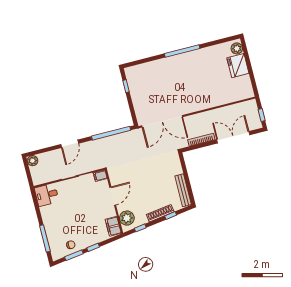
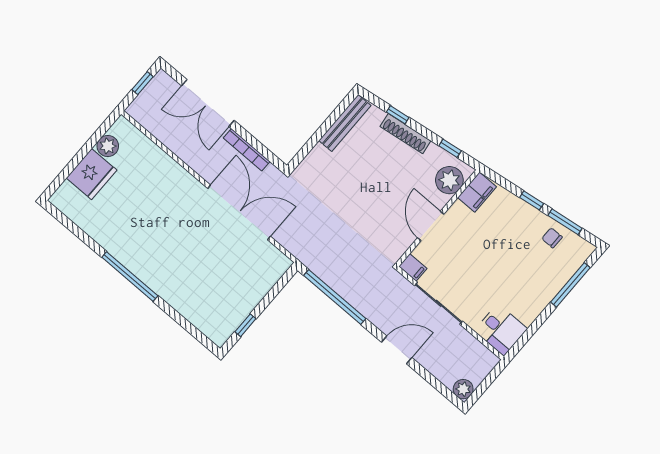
plant: (237, 48) -> (108, 146), moved
double door: (162, 121) -> (239, 212), moved
door: (113, 196) -> (431, 226), hinge flipped

